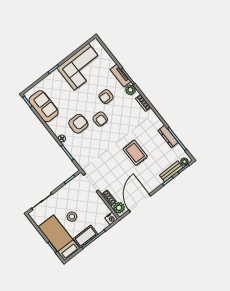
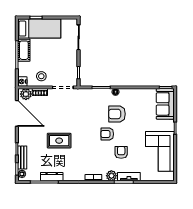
sofa: (44, 106) -> (165, 104), moved, turned 90
armchair: (78, 124) -> (117, 114), turned 90
stool: (72, 217) -> (41, 76), moved

